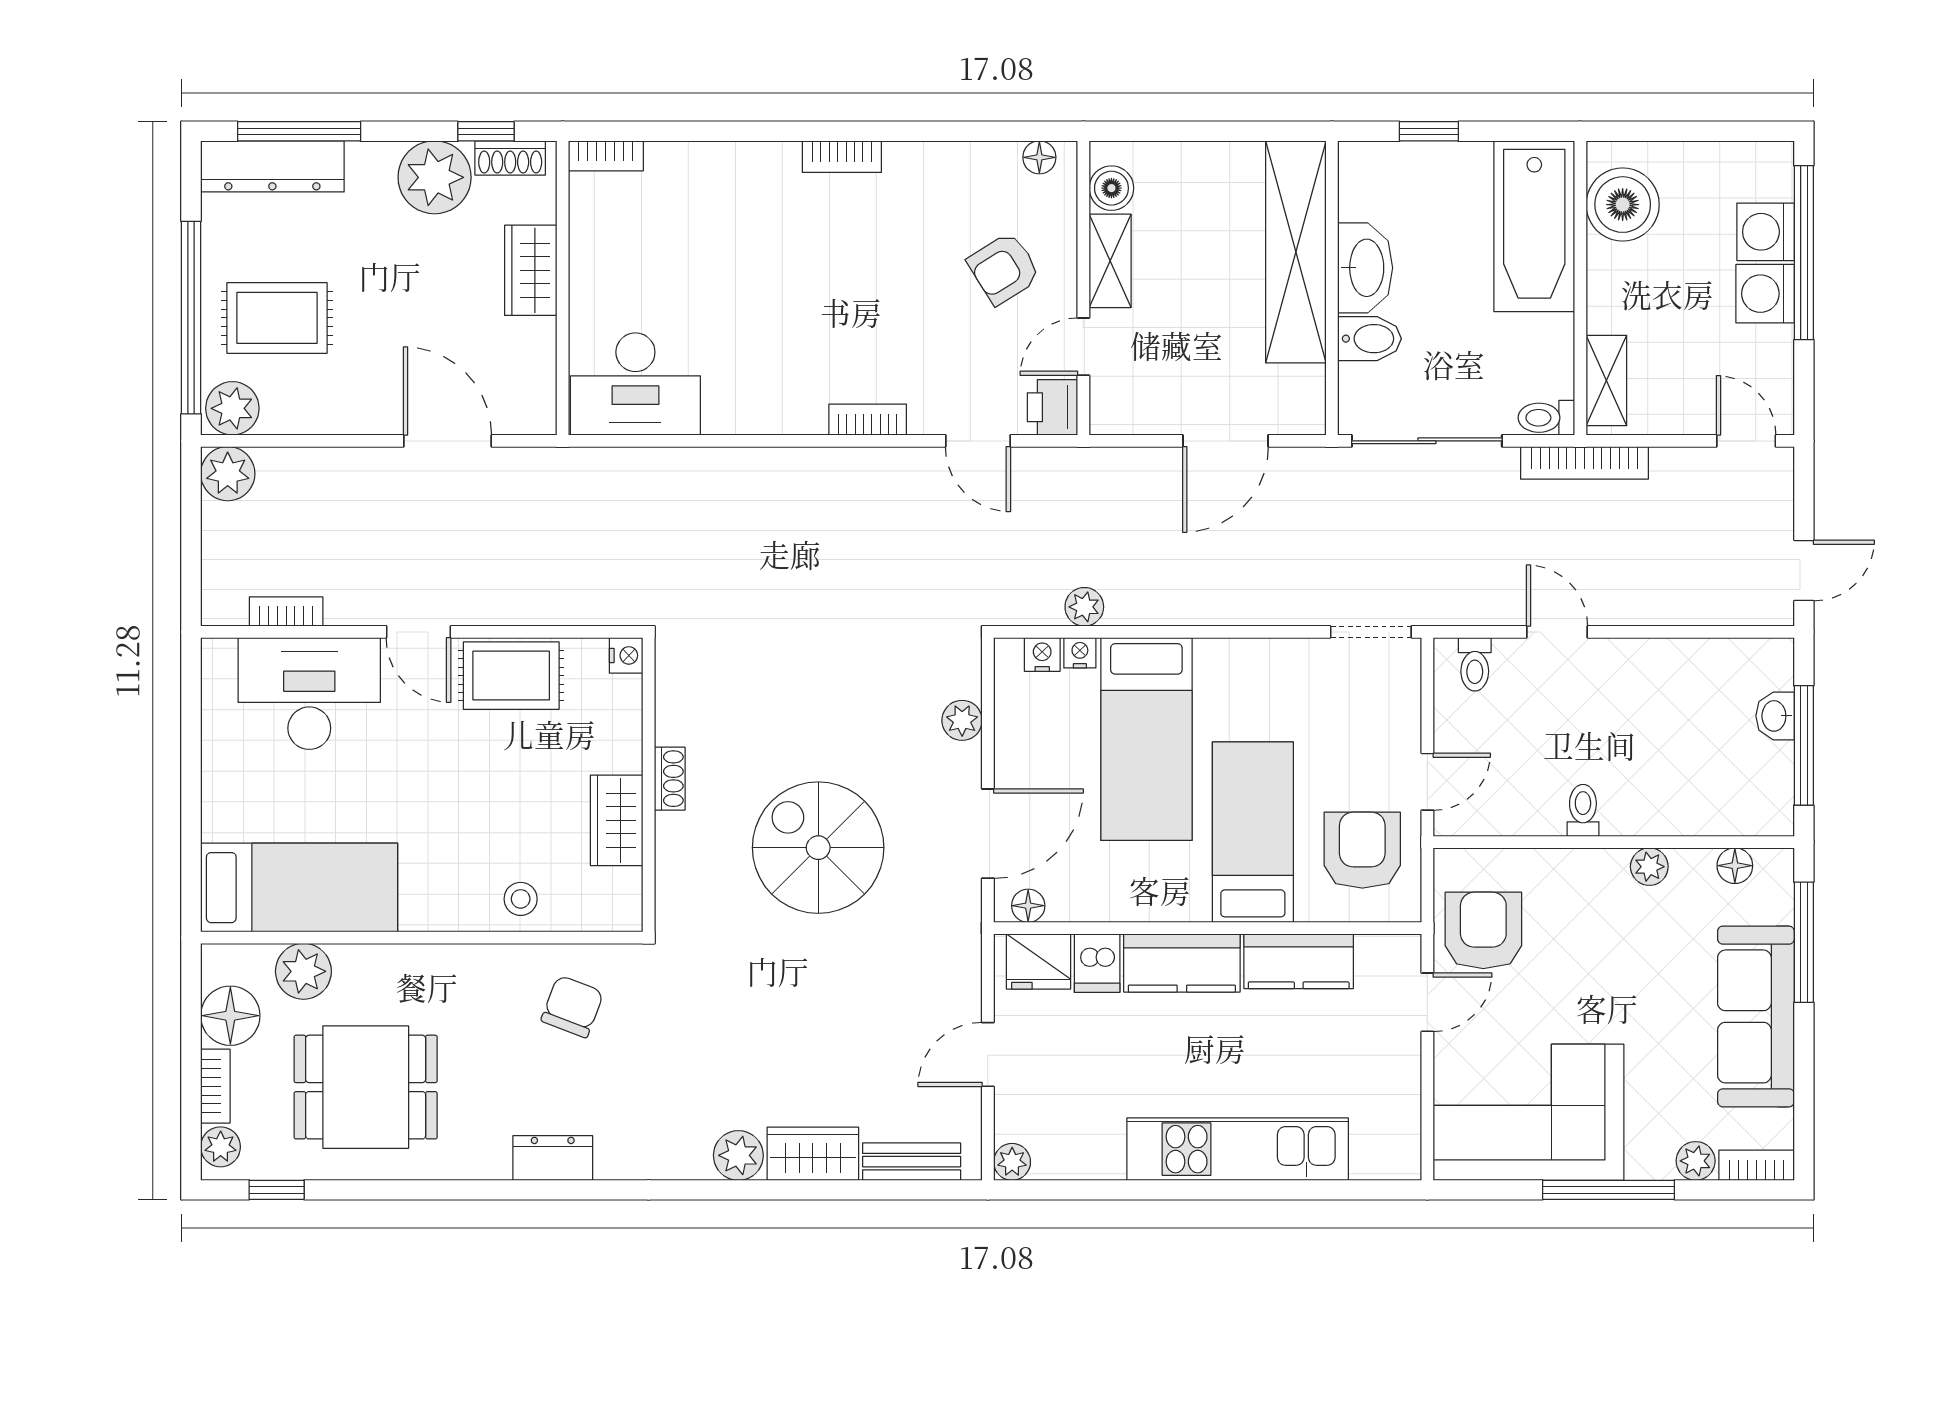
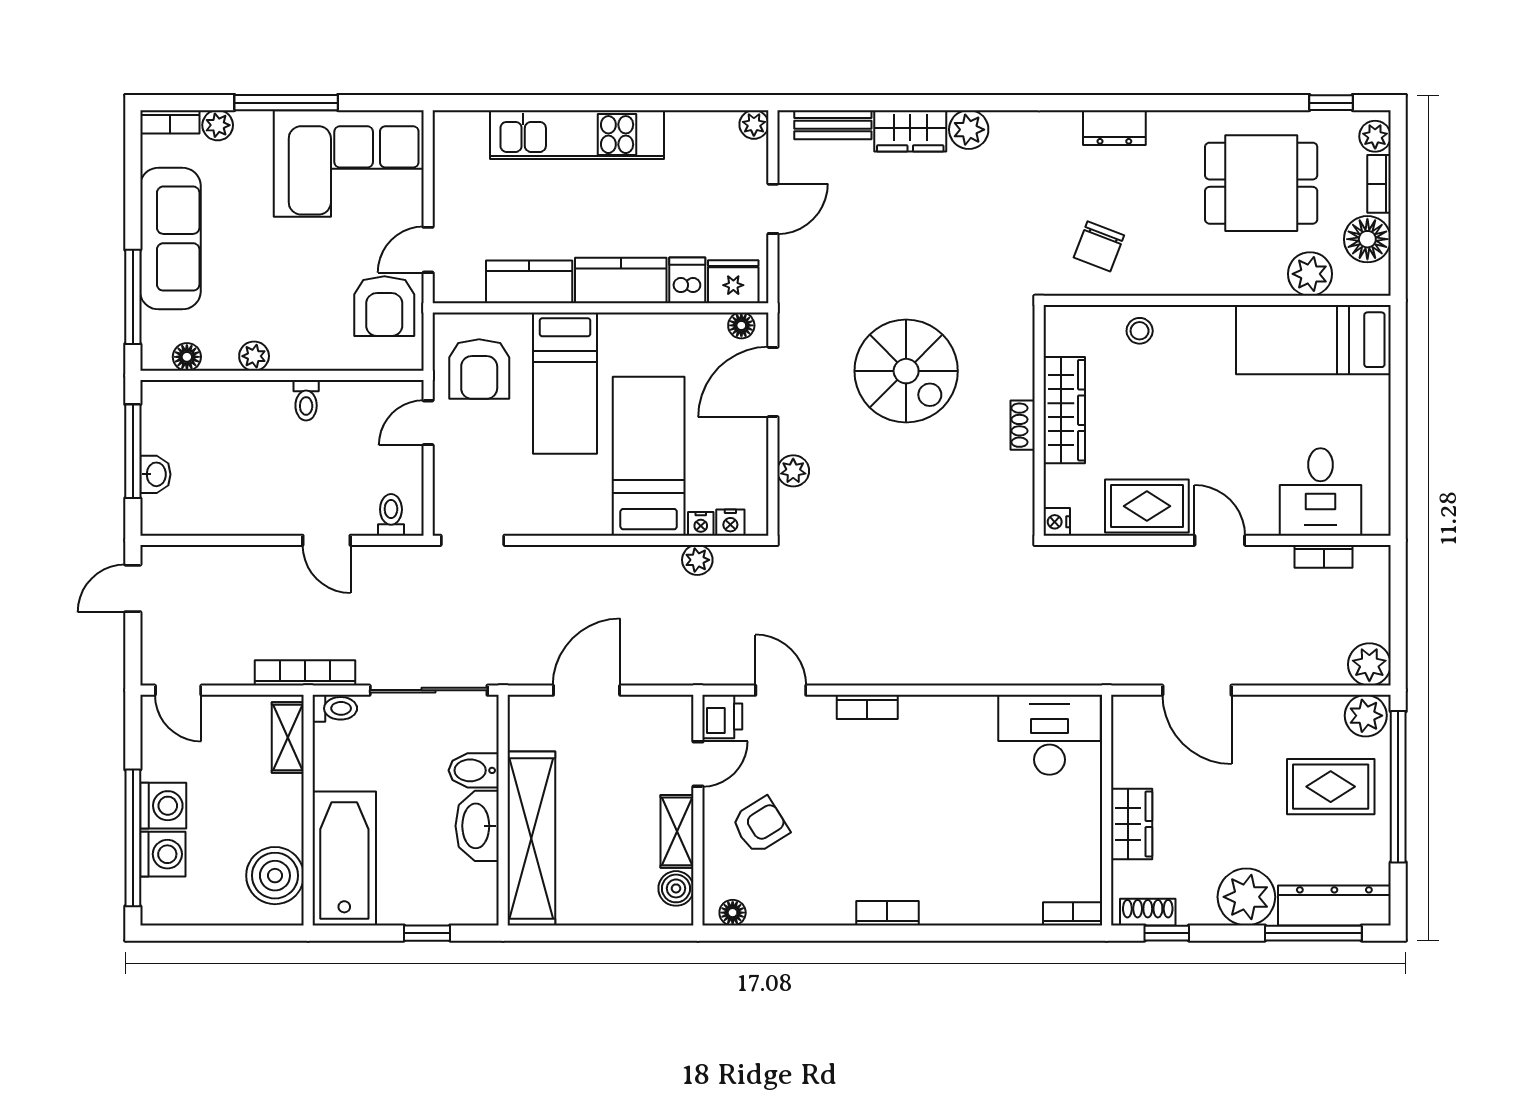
plant: (435, 177) -> (1246, 897), moved
desk: (309, 694) -> (1321, 492), width x0.73
wardrobe: (617, 820) -> (1064, 410), width x1.50

